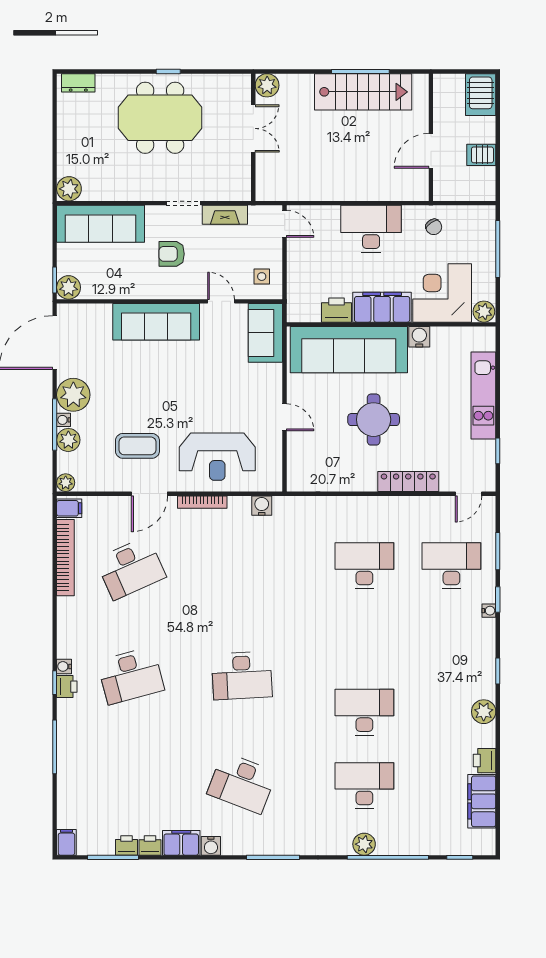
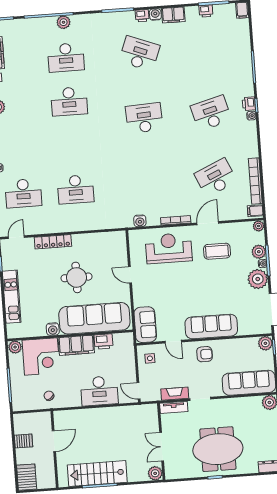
tv unit: (228, 192) -> (174, 407), added
desk: (371, 229) -> (99, 391), moved
armchair: (172, 254) -> (205, 354), moved
printer: (150, 845) -> (142, 16), moved

